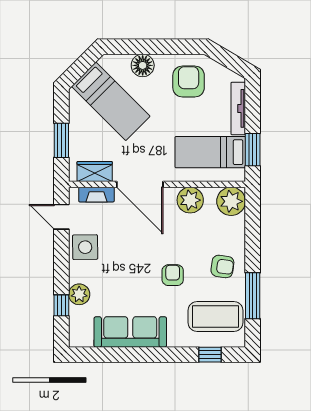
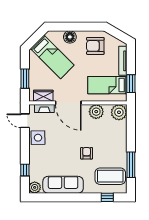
armchair: (189, 82) -> (95, 46), turned -90
armchair: (222, 266) -> (114, 148), removed
plant: (79, 294) -> (35, 187), moved

